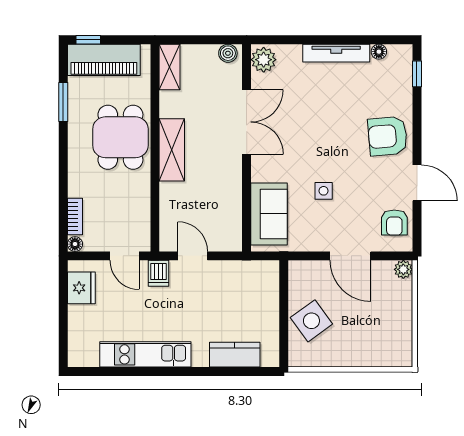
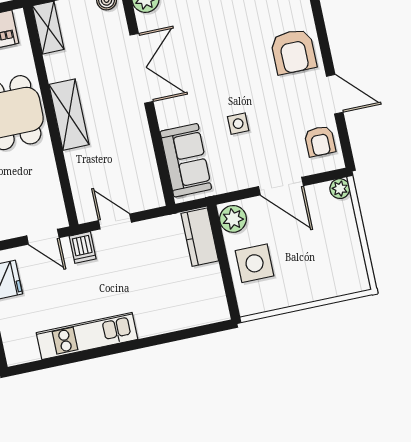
armchair: (388, 136) -> (293, 52), turned -85
plant: (301, 276) -> (233, 219), added
side table: (311, 321) -> (255, 263), turned 36
kitchen counter: (235, 355) -> (200, 237), moved, turned -90

